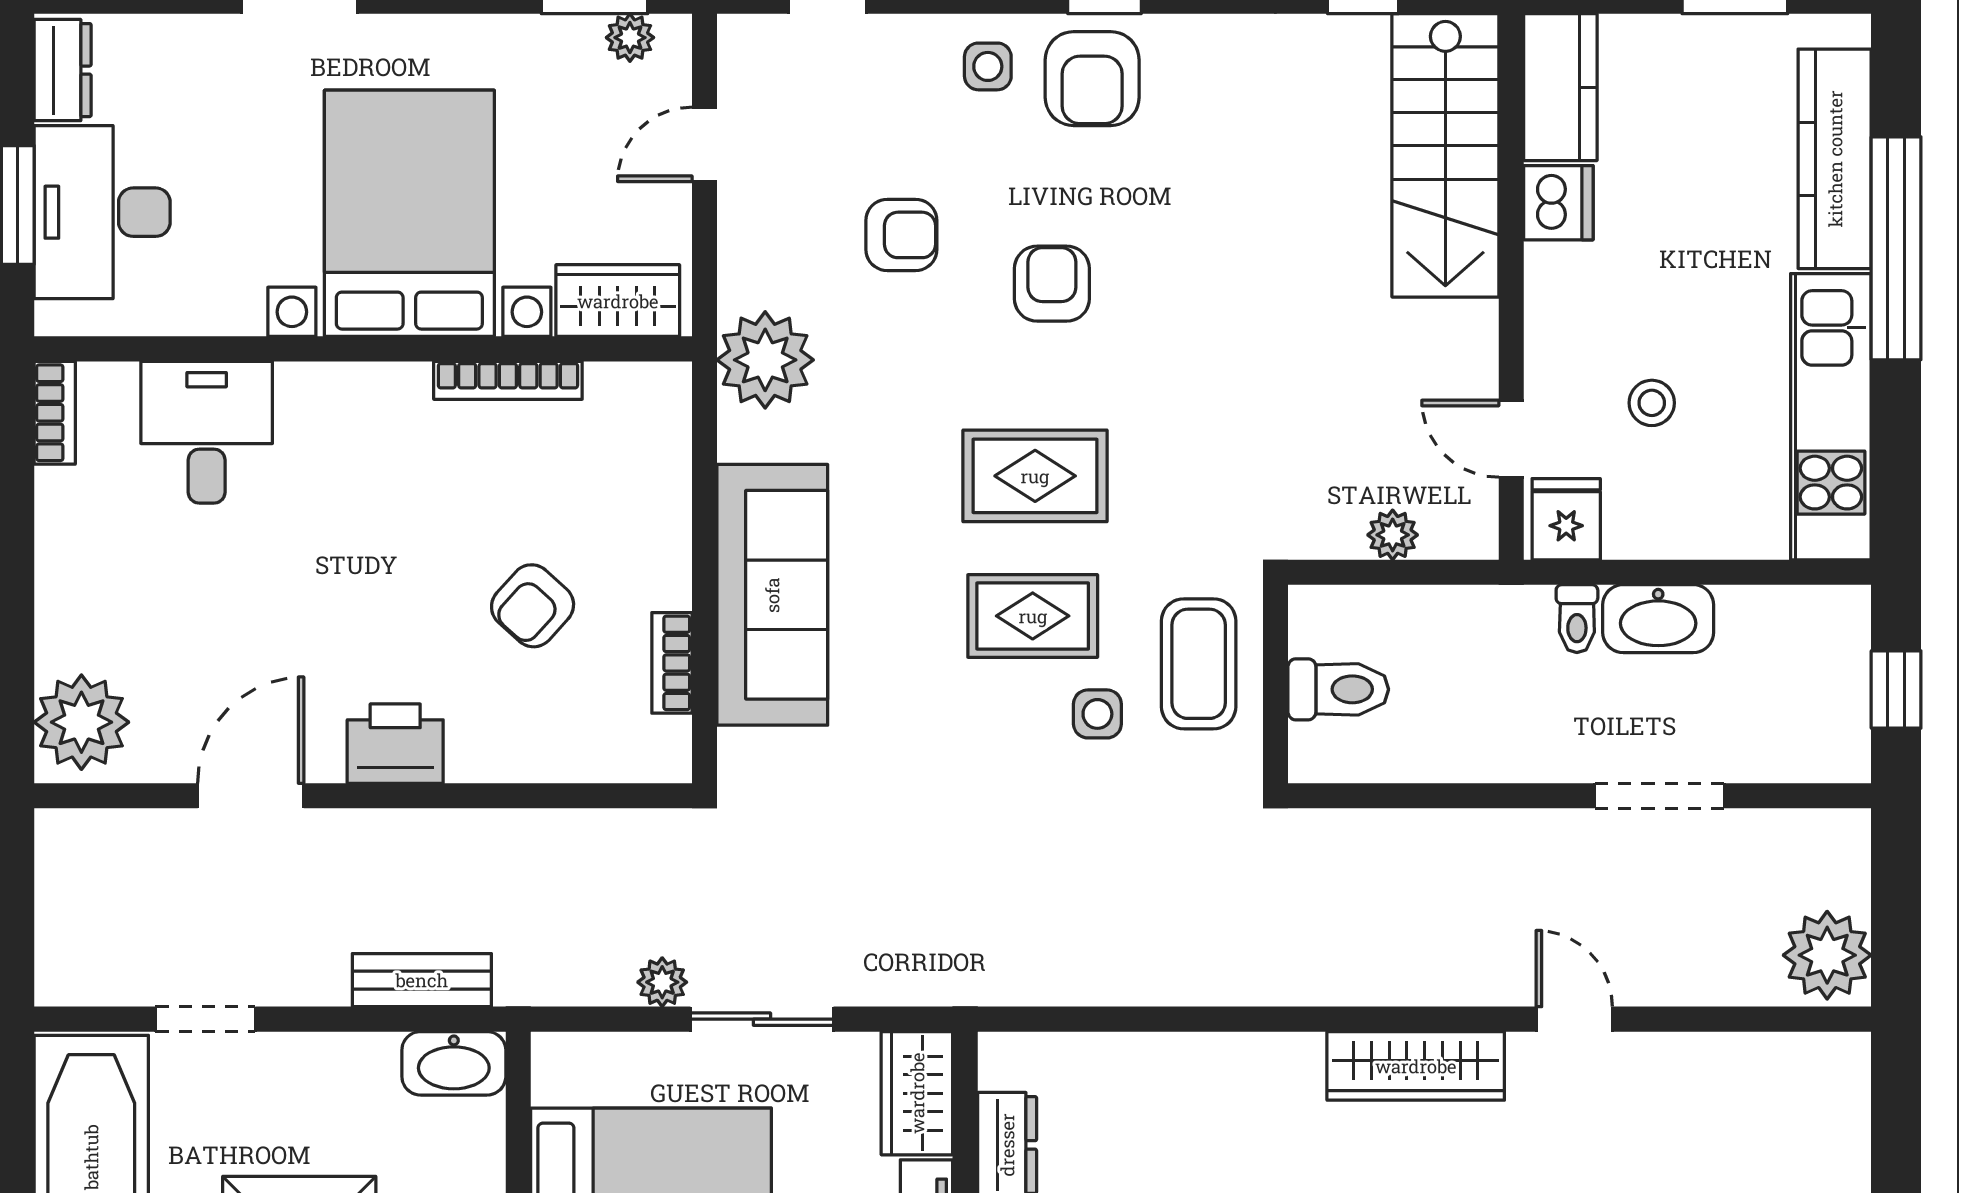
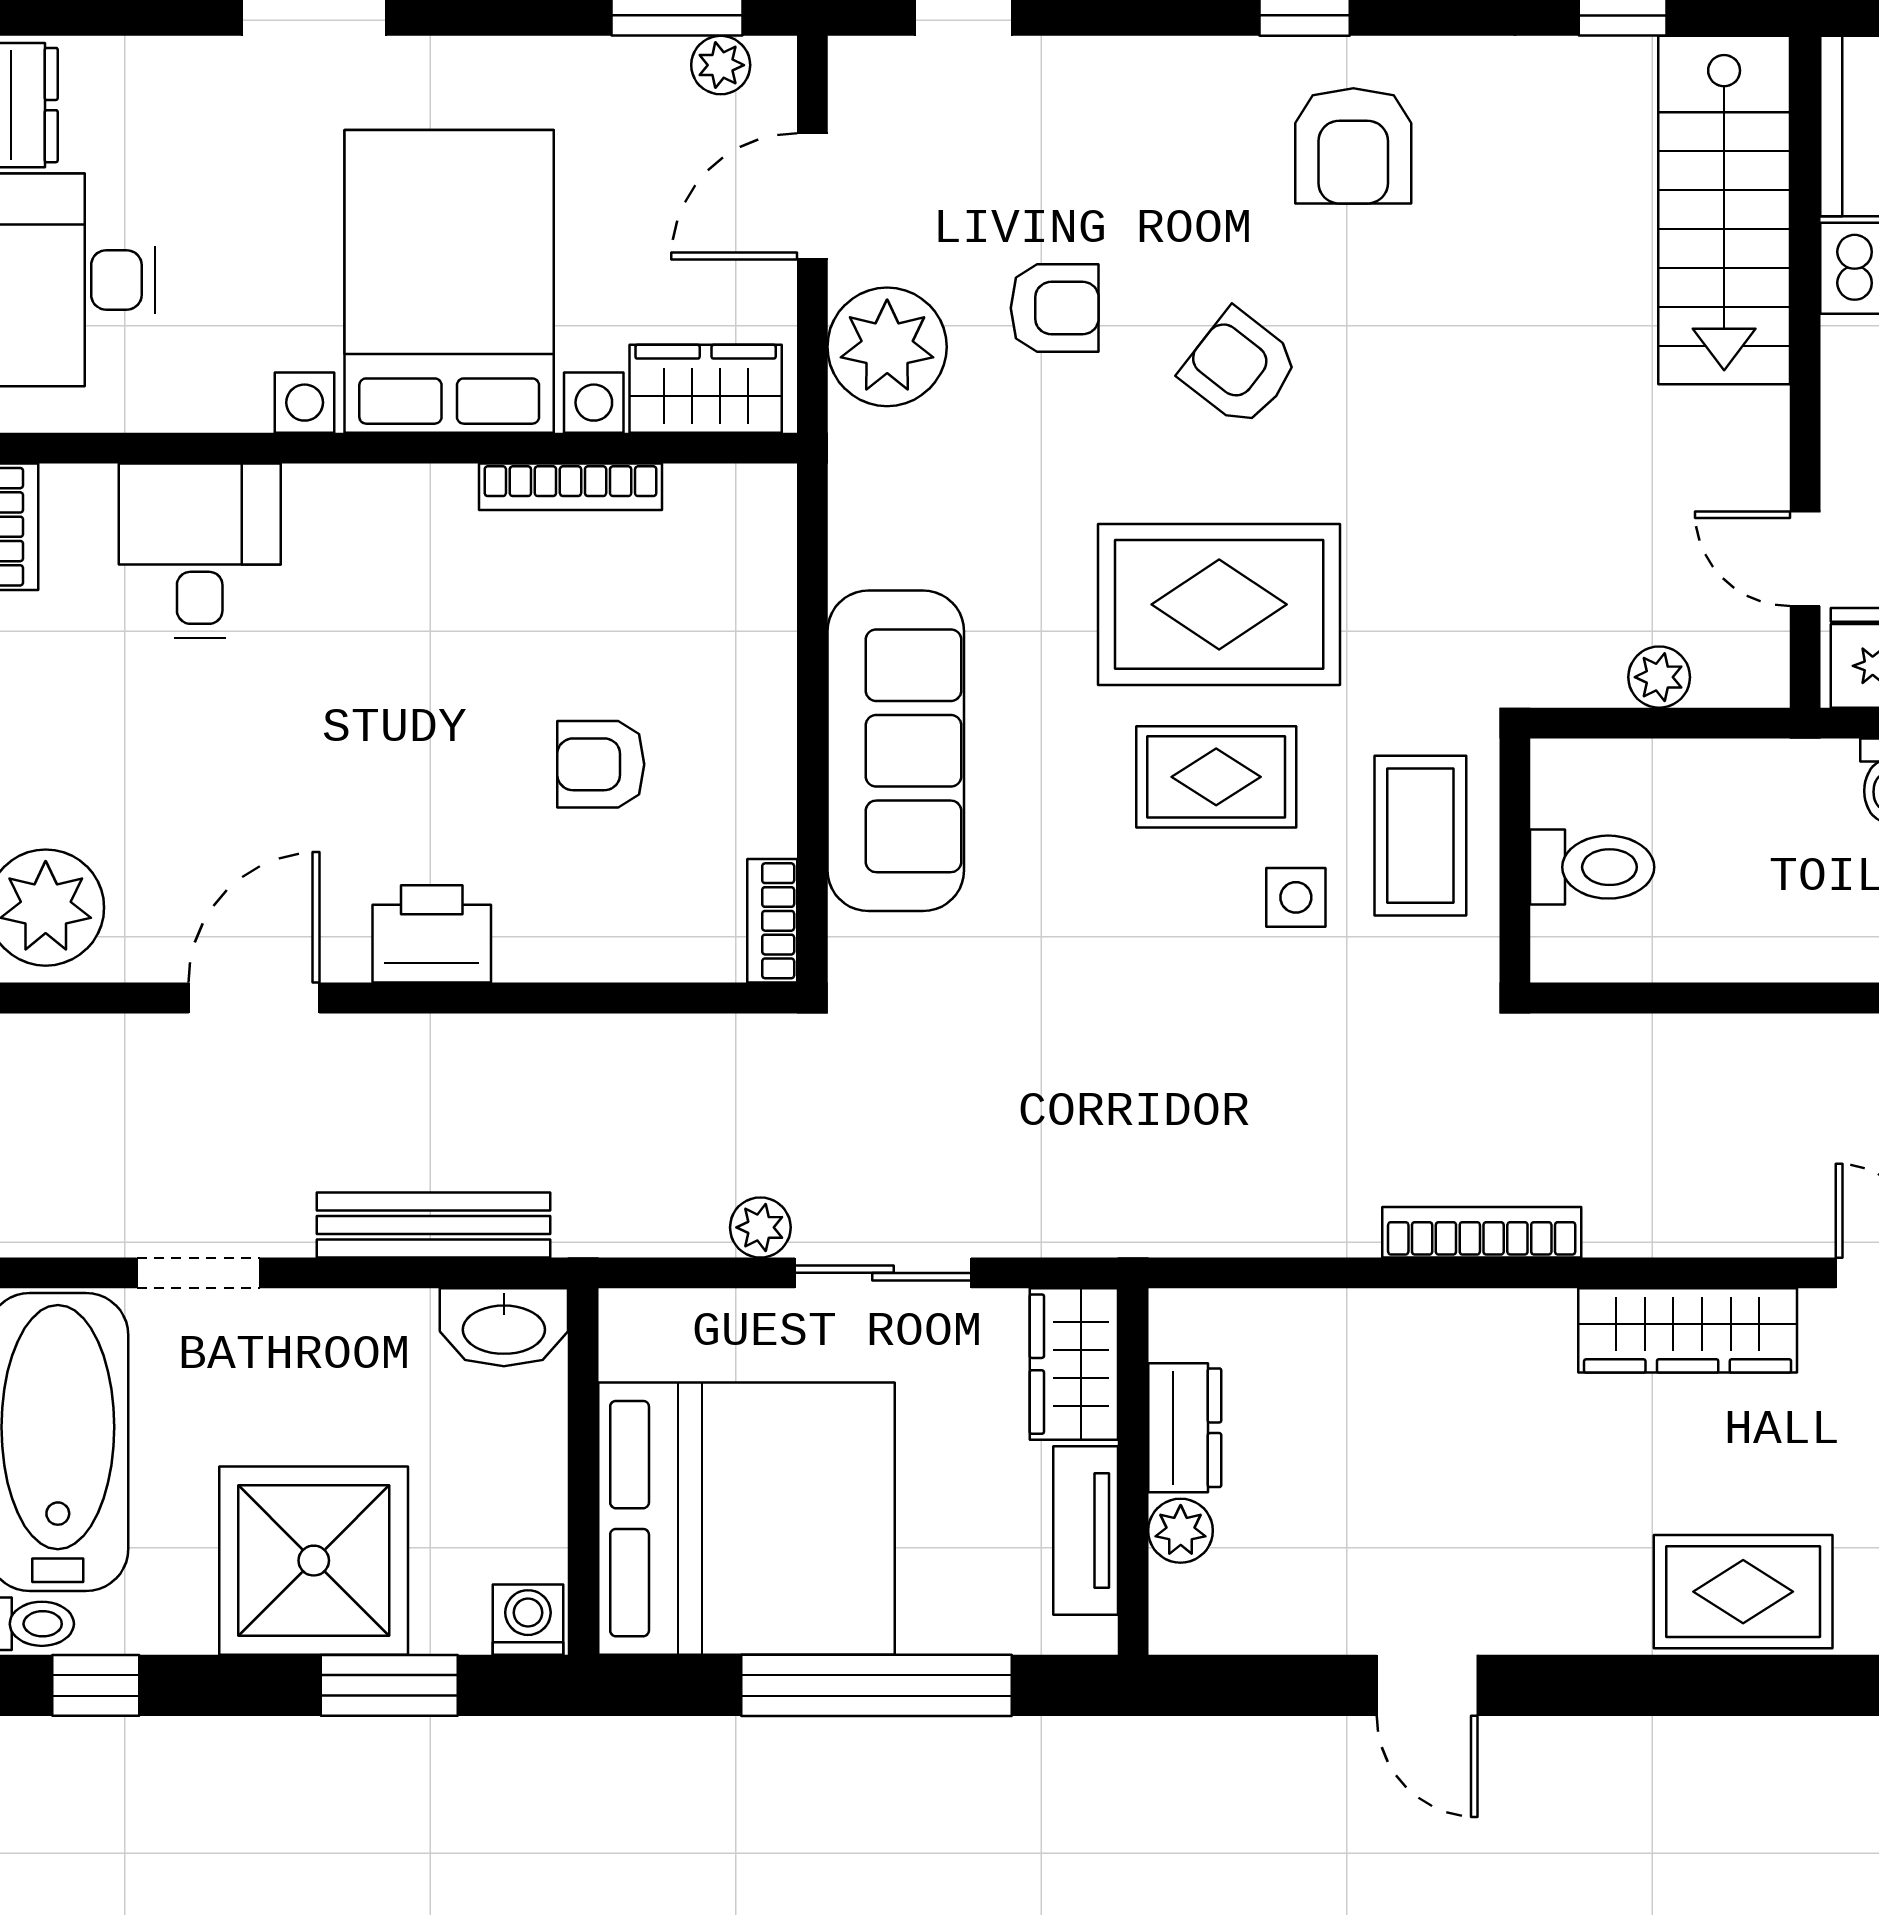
side table: (988, 66) -> (1161, 101), removed
armchair: (1092, 79) -> (1353, 146), moved
door: (704, 144) -> (812, 196), width x1.37
armchair: (1052, 284) -> (1240, 368), turned -52
plant: (765, 360) -> (887, 347), moved
rug: (1035, 476) -> (1219, 604), width x1.36, depth x1.43
armchair: (533, 606) -> (601, 764), turned 48
bookcase: (672, 663) -> (772, 921), moved
bench: (422, 980) -> (433, 1225), width x1.36
bookcase: (1248, 986) -> (1482, 1232), added

